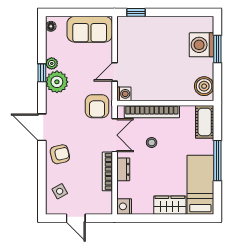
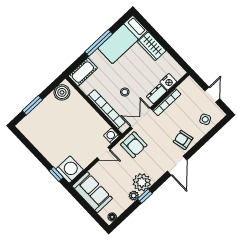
washing machine: (202, 45) -> (70, 169), moved, turned -90
armchair: (97, 106) -> (134, 145), turned 90
nightstand: (124, 206) -> (168, 82), moved

